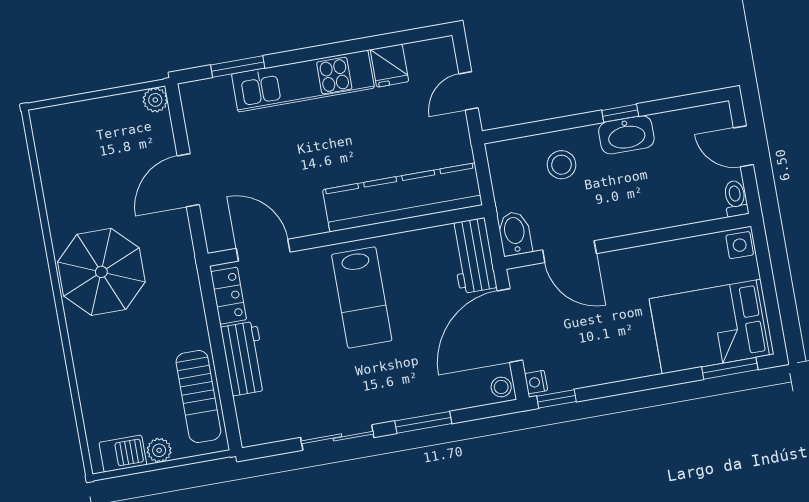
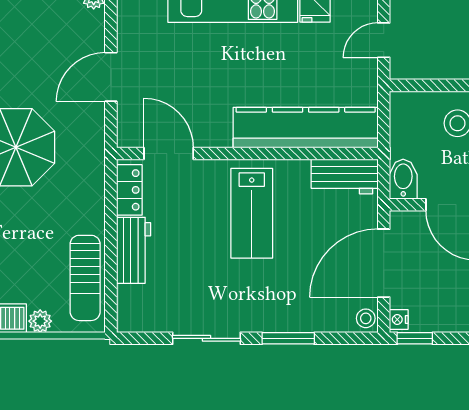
workbench: (473, 256) -> (345, 177), moved, turned -90

